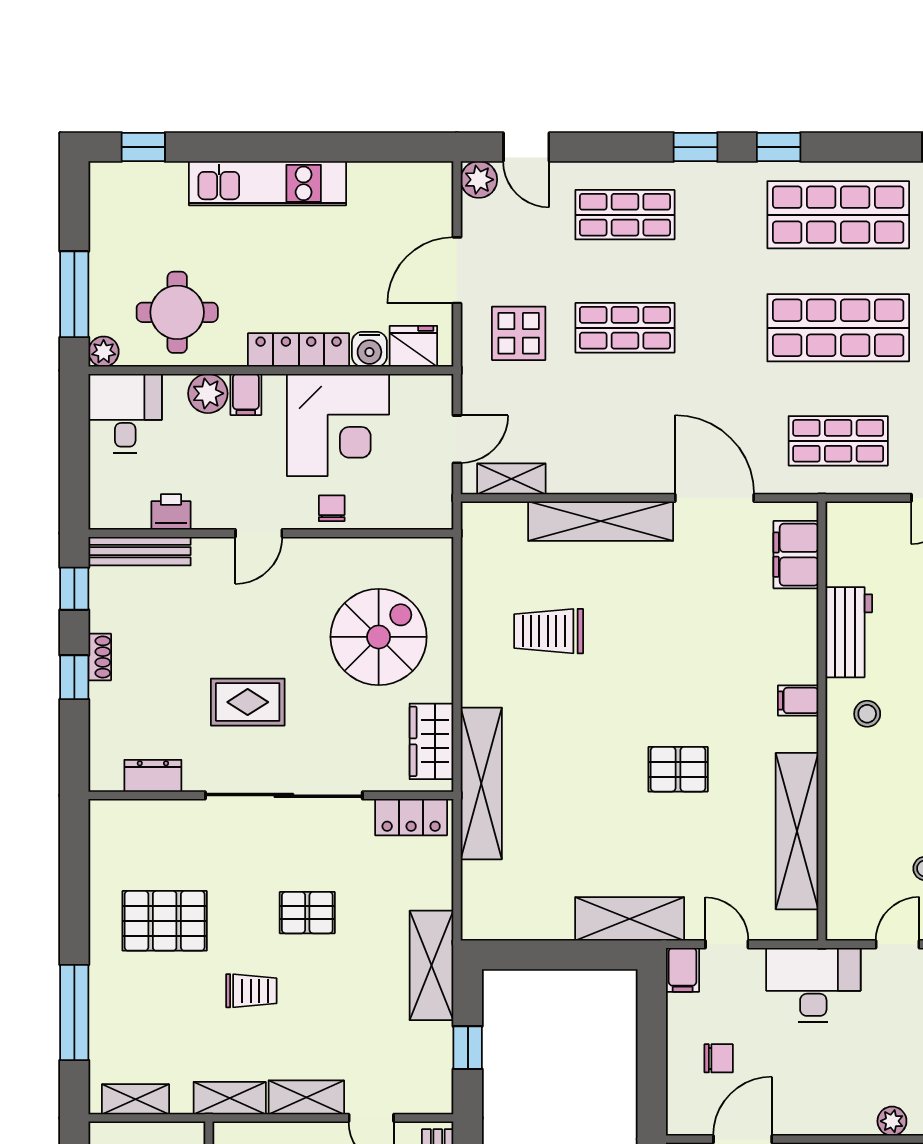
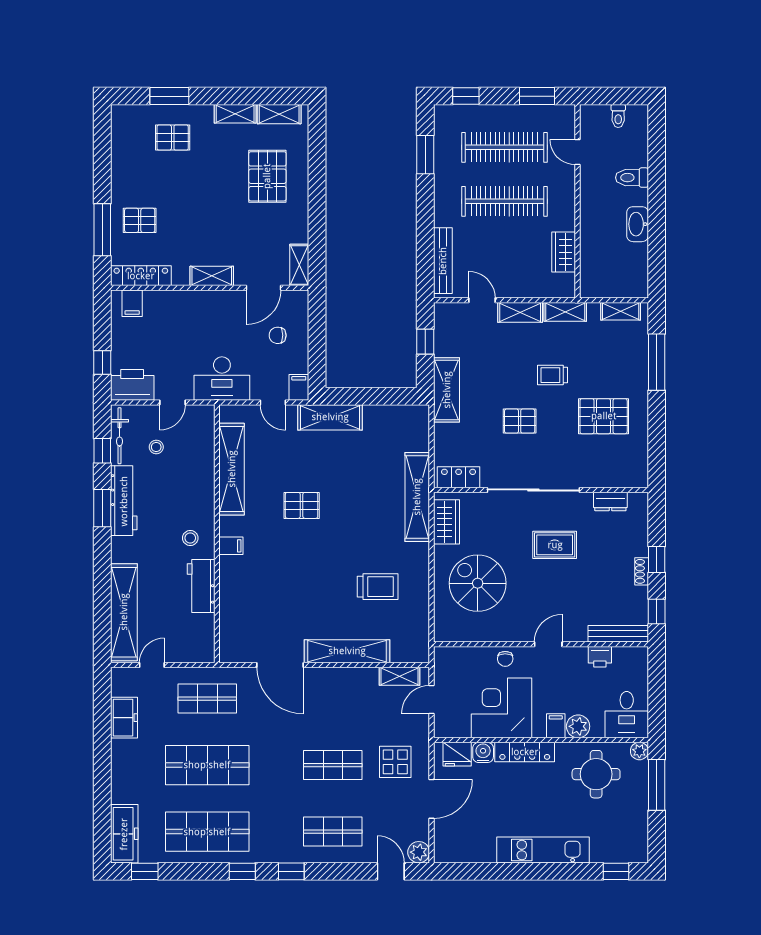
filing cabinet: (796, 555) -> (232, 632), removed
spiral stairs: (379, 637) -> (478, 583), turned 90
plant: (892, 1121) -> (176, 298), removed

